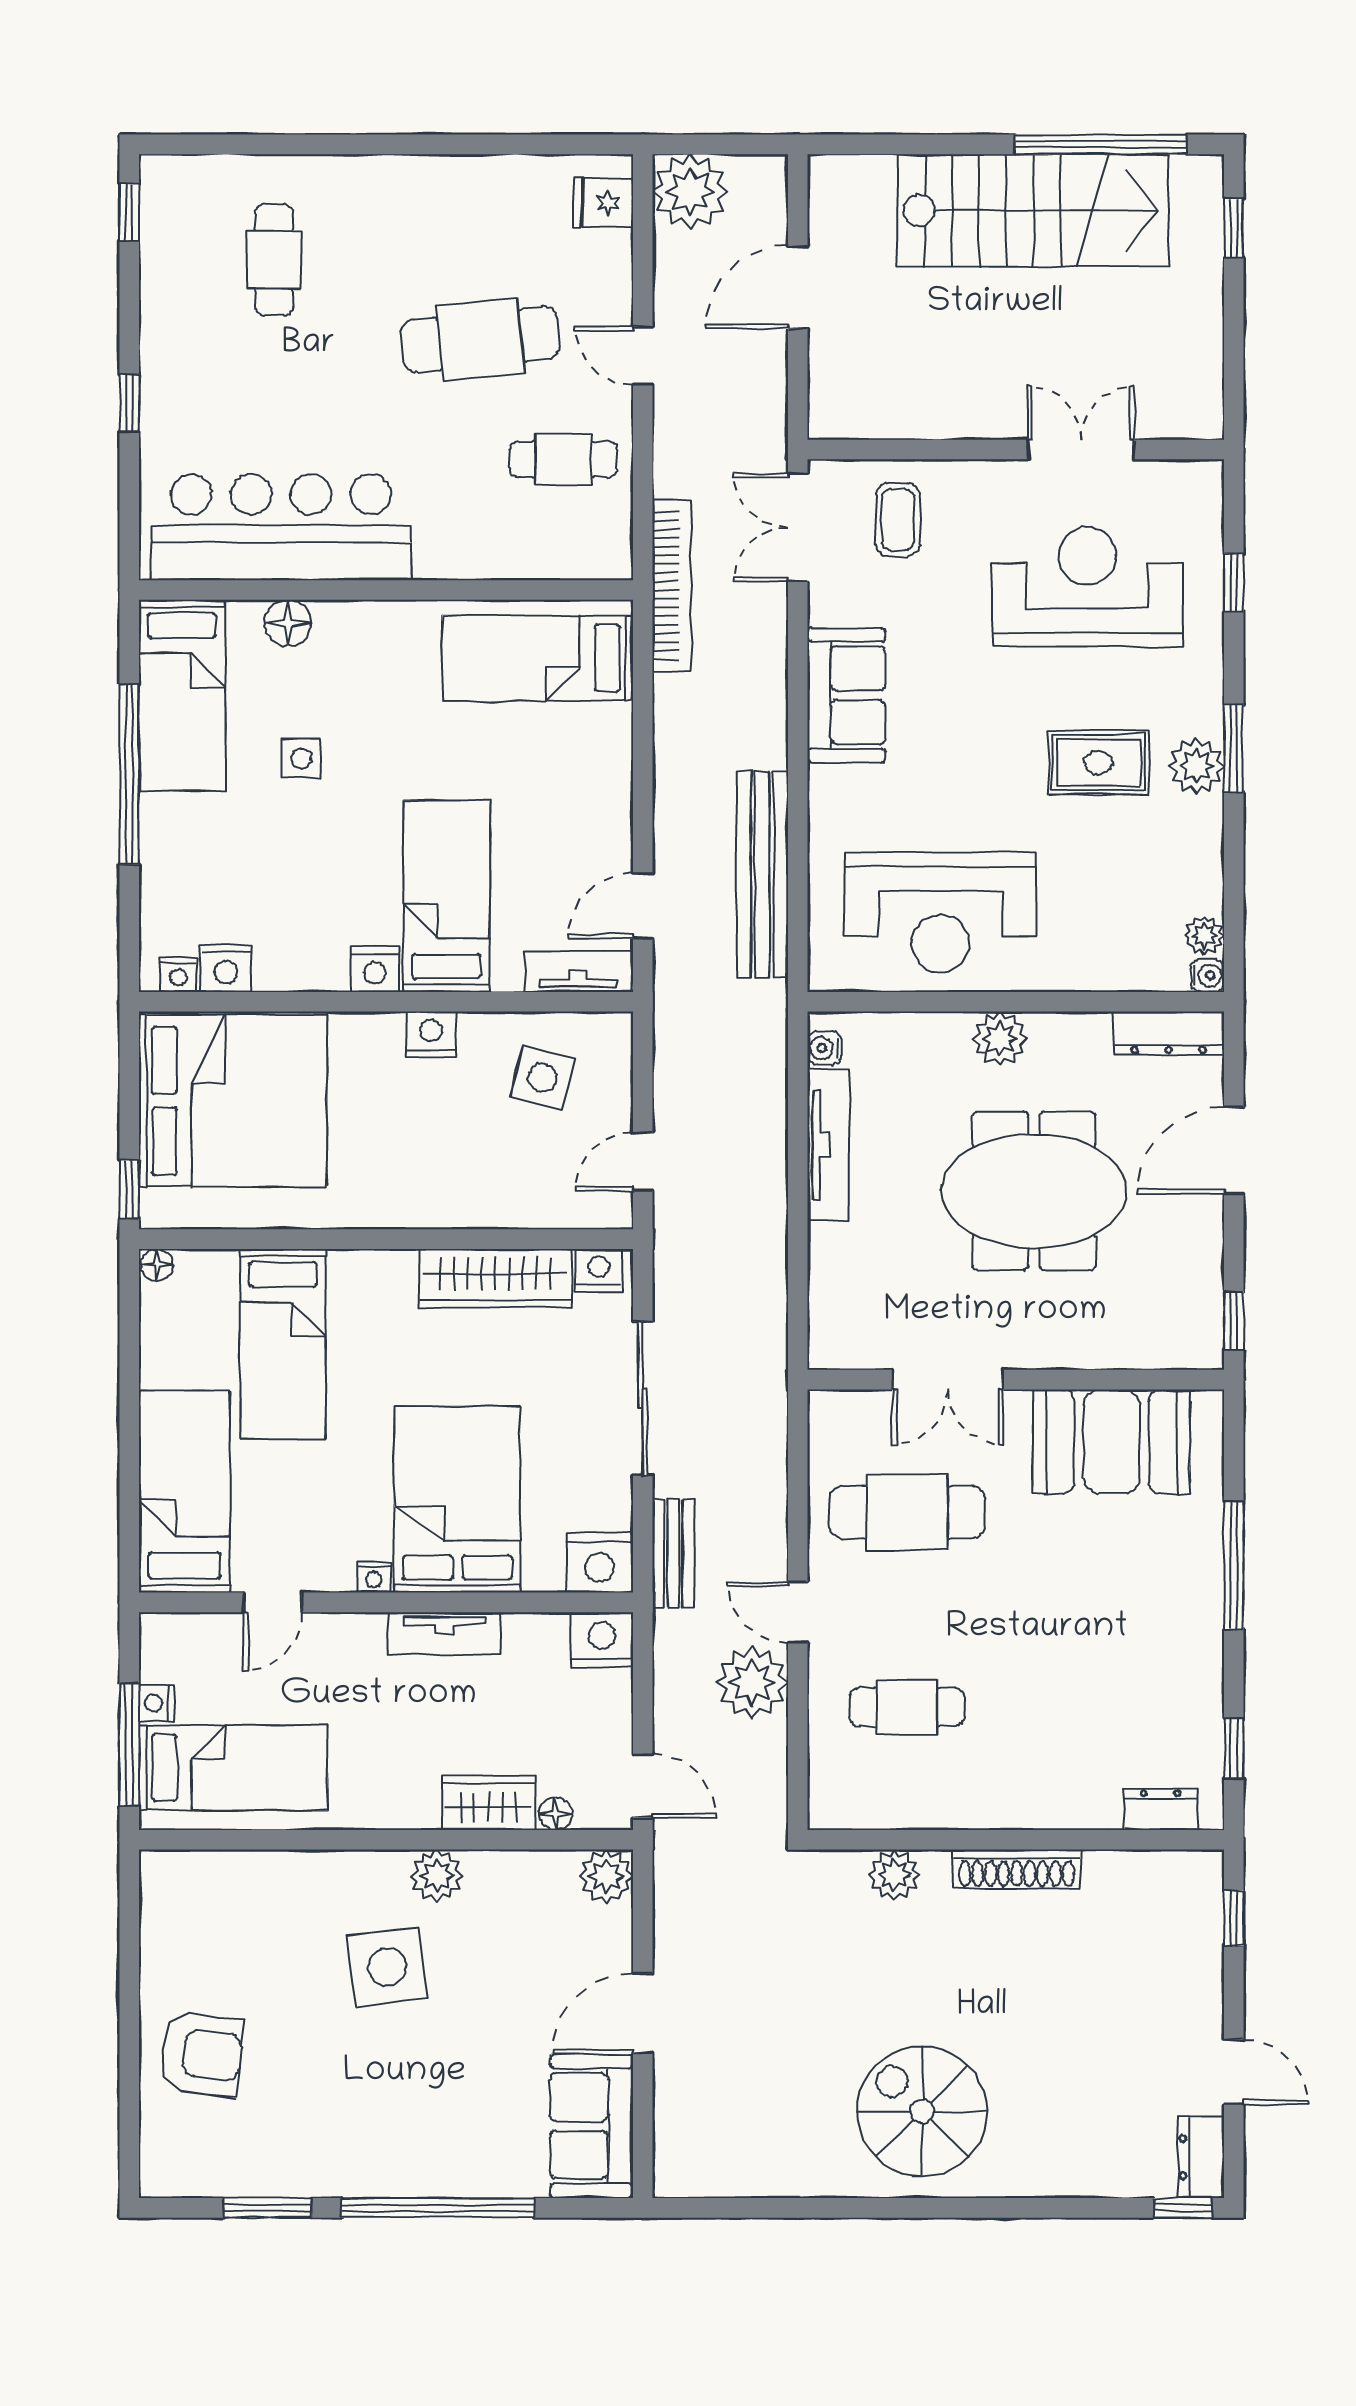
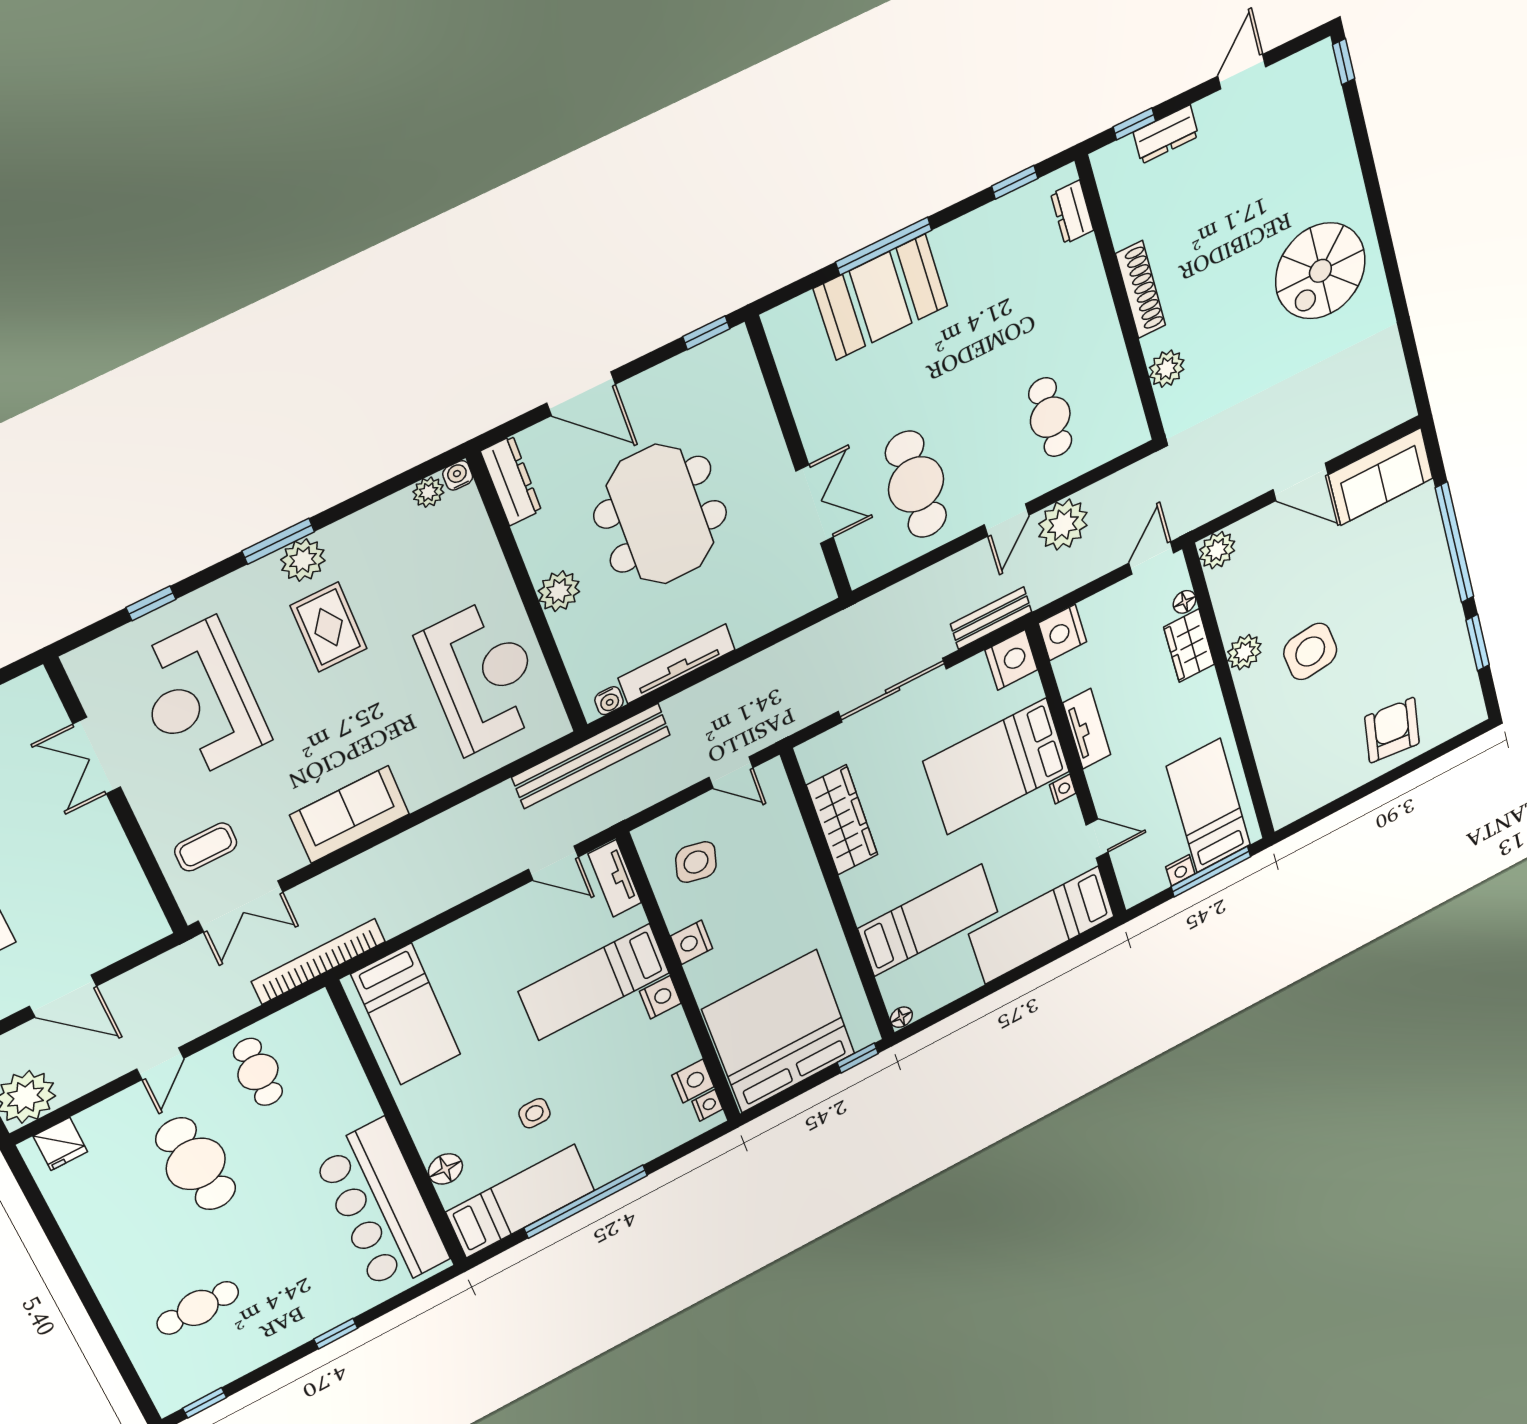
bench: (762, 874) -> (591, 756), moved
nightstand: (599, 1270) -> (815, 761), removed
booth: (1112, 1442) -> (881, 297), moved, turned 90
dresser: (1201, 2157) -> (1166, 134), moved

